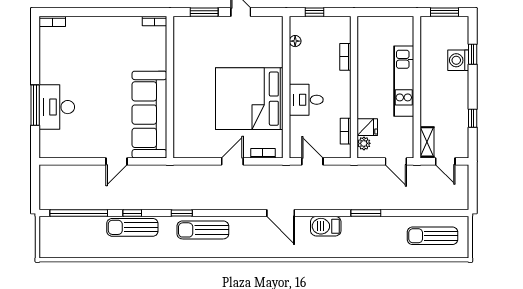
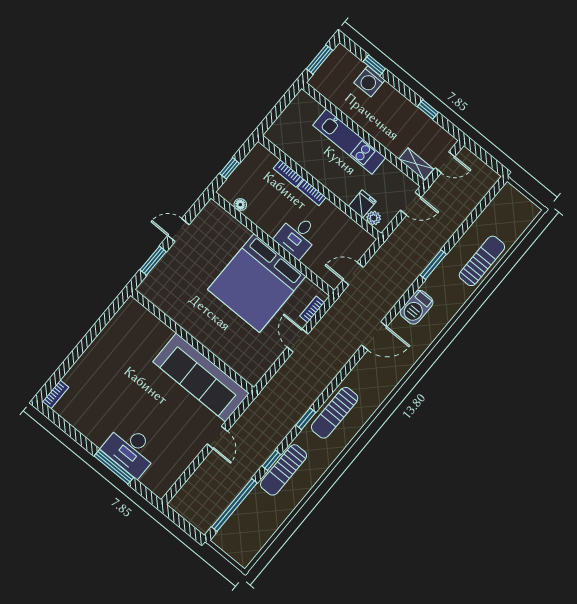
bookcase: (155, 21) -> (126, 308), removed
bookcase: (346, 131) -> (312, 193), moved
sun lounger: (432, 236) -> (482, 261), moved, turned 180

